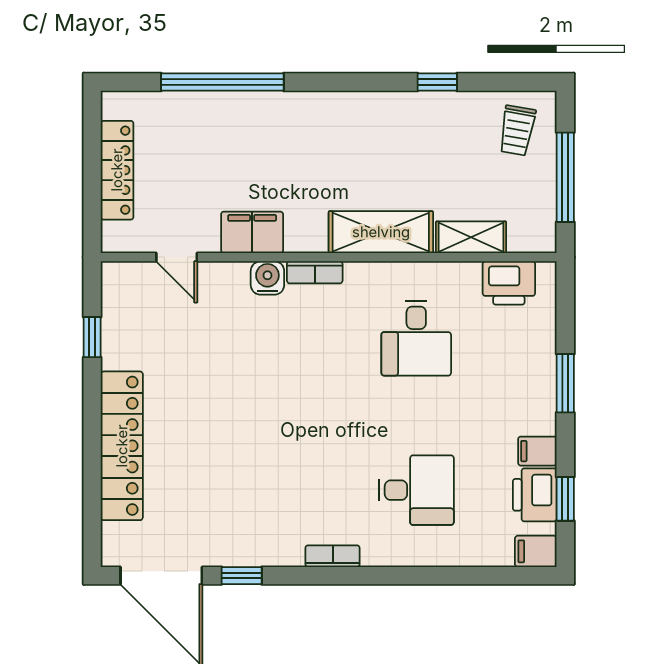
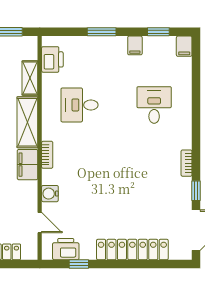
filing cabinet: (252, 232) -> (28, 165), moved
door: (177, 257) -> (40, 223), hinge flipped
water cooler: (267, 278) -> (50, 194), moved
desk: (416, 338) -> (79, 105), turned 180
printer: (535, 495) -> (66, 249), moved, turned 180
bookcase: (333, 556) -> (187, 163), moved

